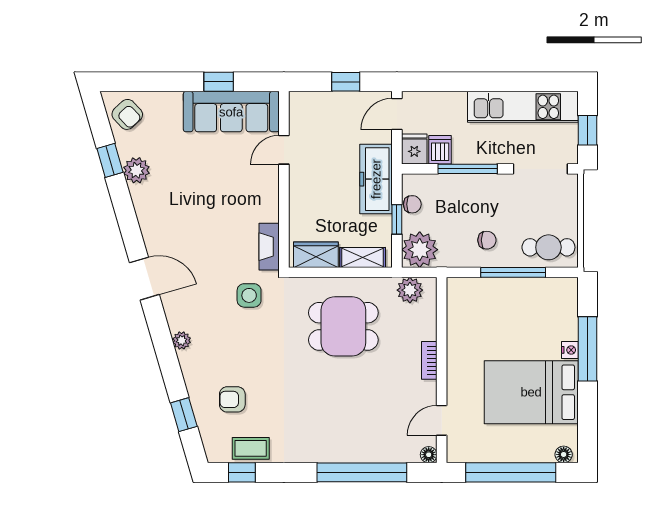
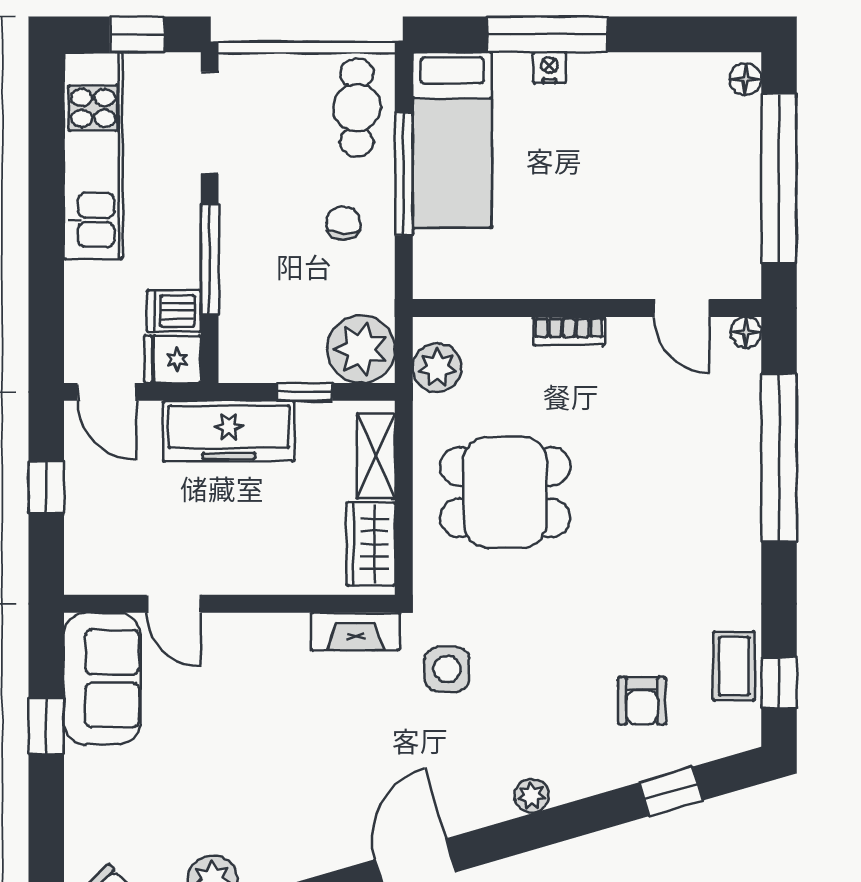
sofa: (231, 112) -> (102, 679), width x0.73
chair: (412, 204) -> (276, 363), removed
dining table: (343, 326) -> (505, 492), turned 90
bed: (531, 392) -> (452, 140), moved, width x0.67

